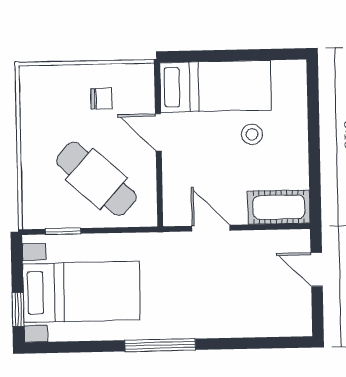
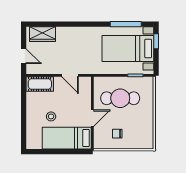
door: (158, 132) -> (92, 118), hinge flipped
cafe table: (96, 179) -> (120, 98), turned -42
wardrobe: (275, 320) -> (43, 34), added
window: (160, 345) -> (126, 24), moved

